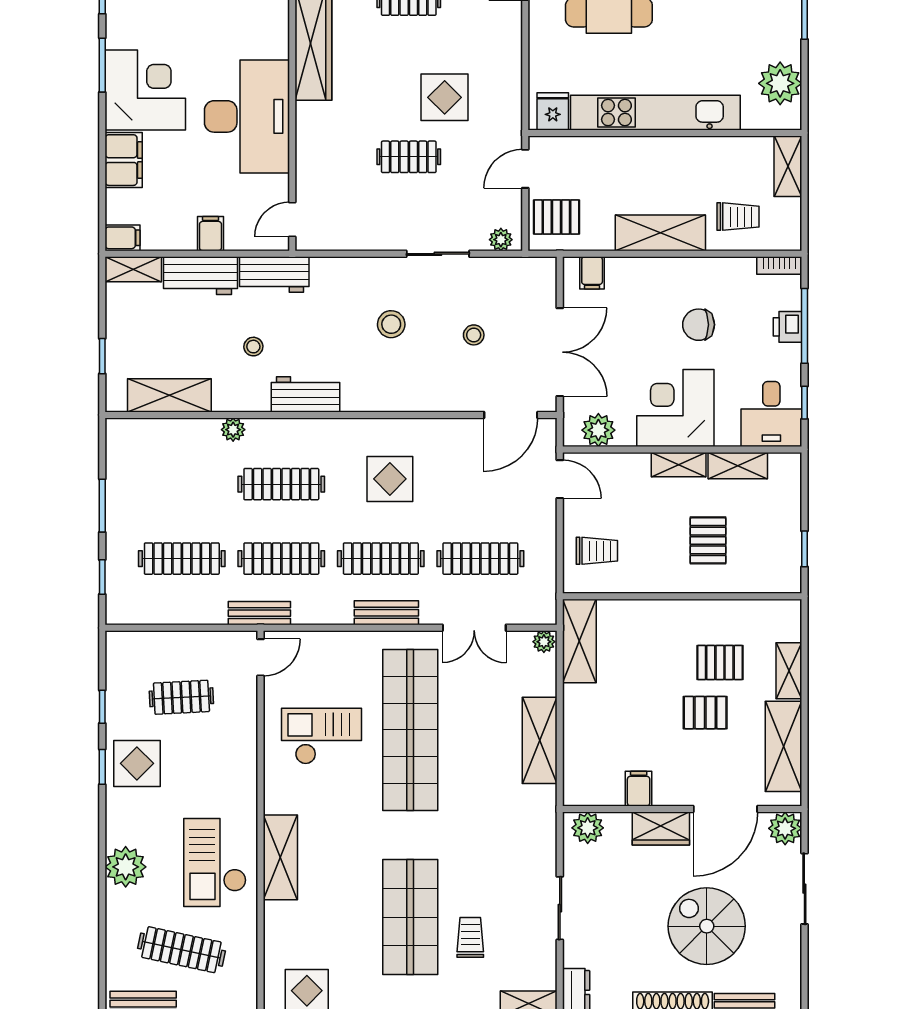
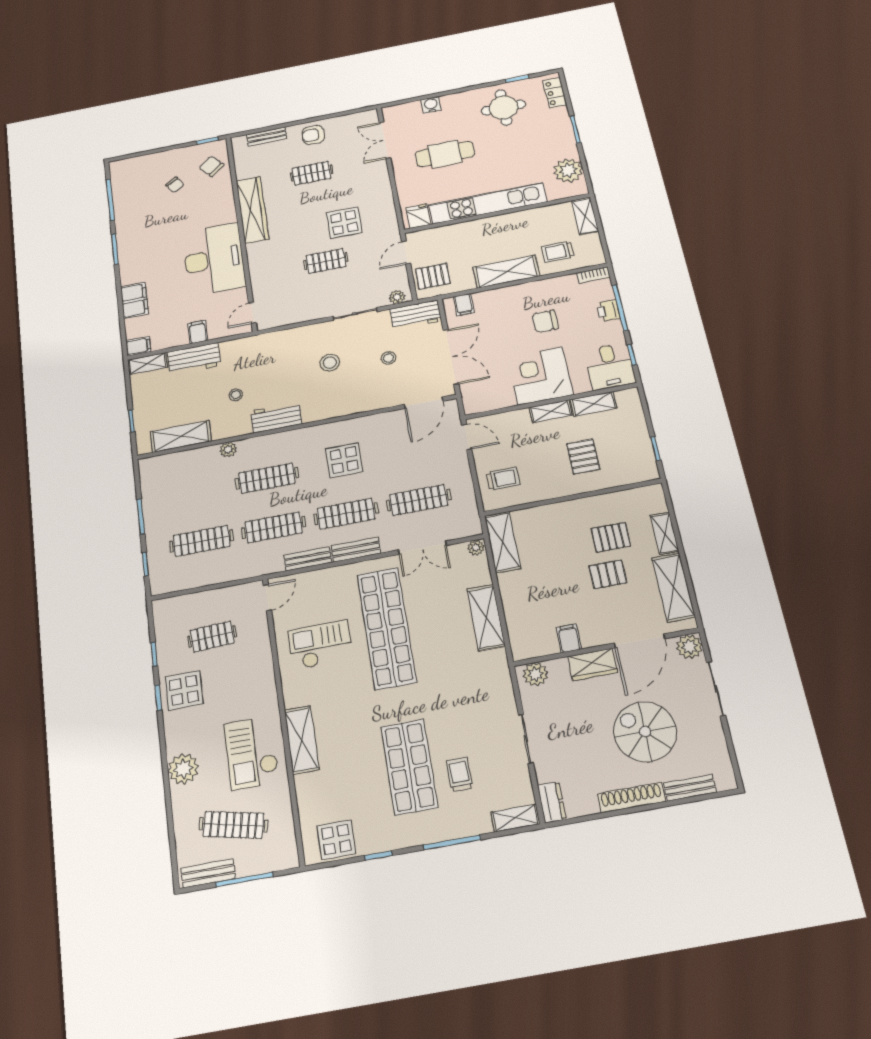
corner desk: (145, 90) -> (145, 257), removed
trolley: (738, 217) -> (558, 252), turned 180
workbench: (274, 275) -> (416, 315), moved
plant: (598, 430) -> (488, 400), removed
bench: (259, 613) -> (308, 559), moved

